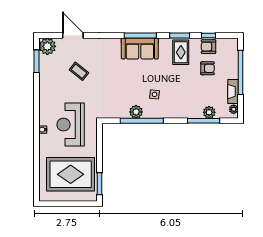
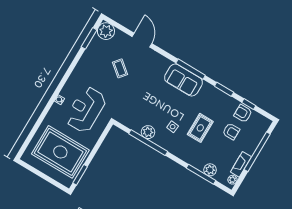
door: (73, 35) -> (142, 40), moved
rug: (181, 52) -> (200, 128), moved

